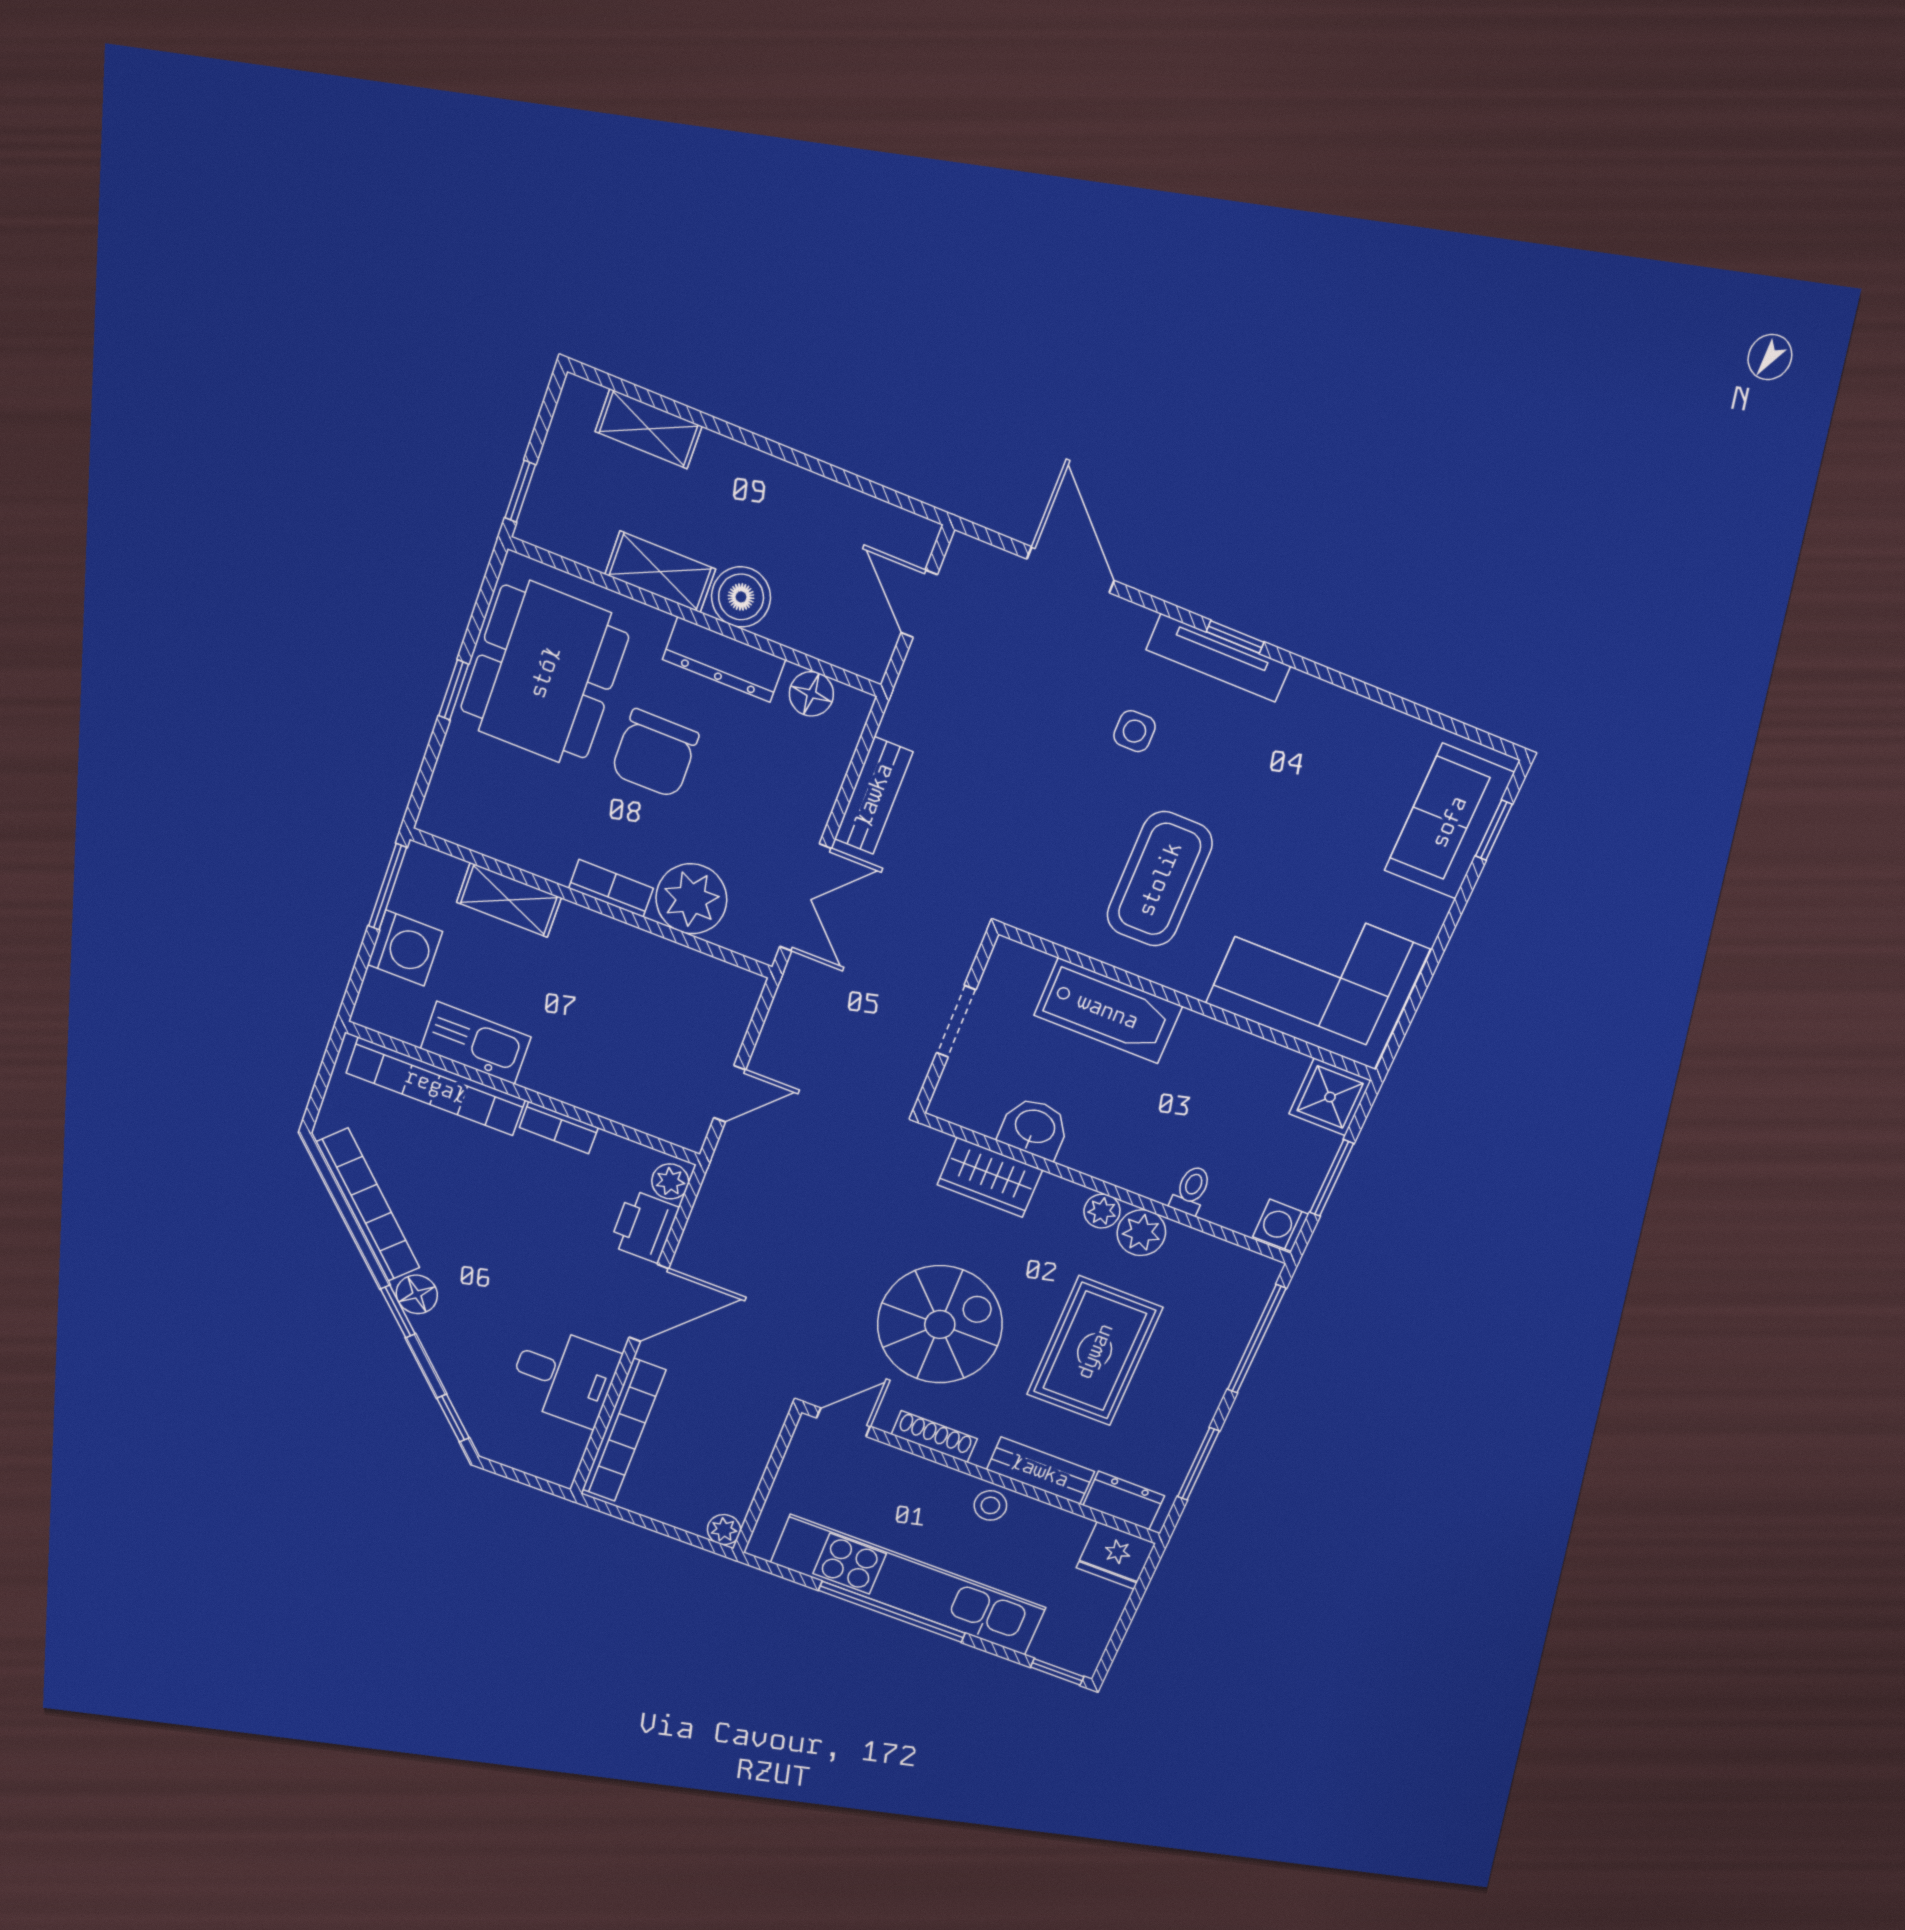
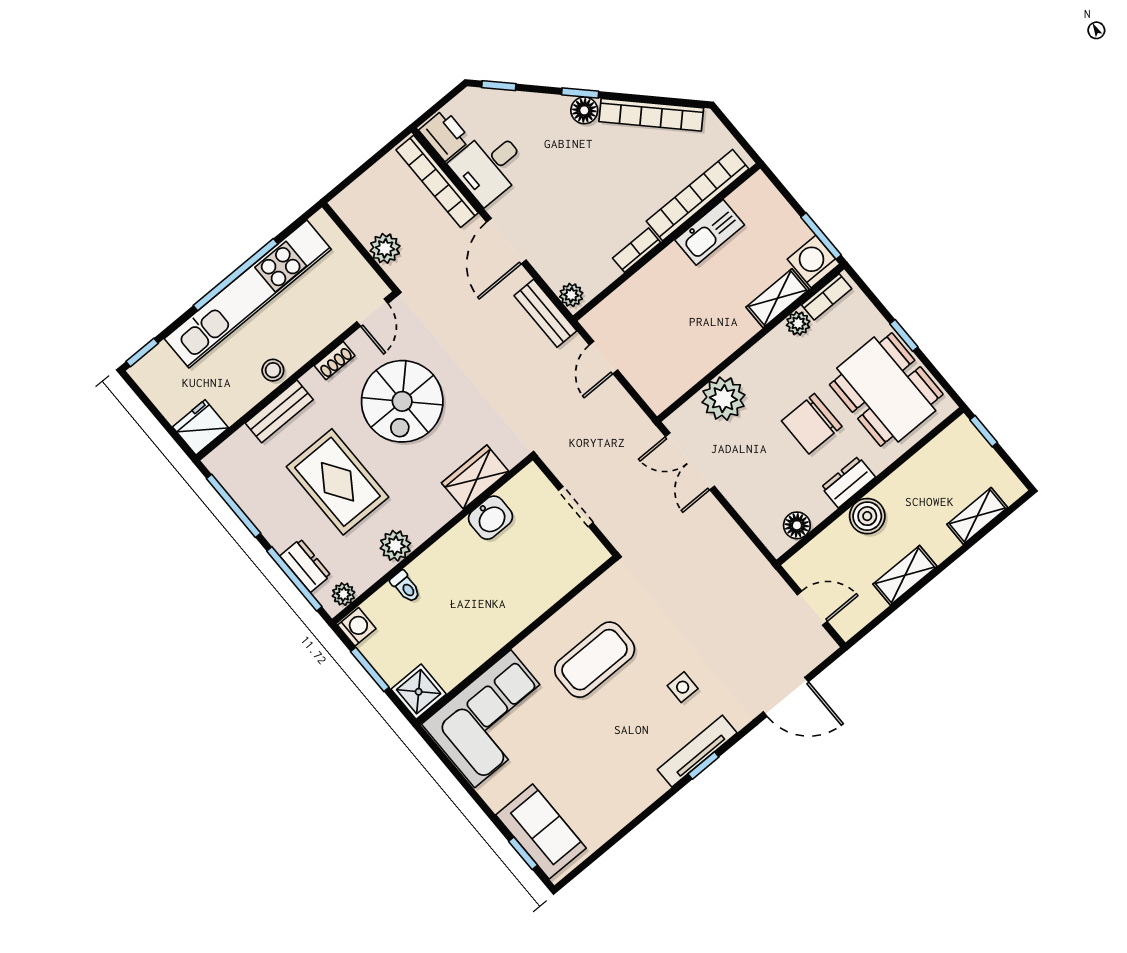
shelving: (660, 572) -> (905, 575), moved
dresser: (724, 660) -> (848, 482), width x0.70
chair: (655, 754) -> (812, 424), turned -90
bench: (874, 795) -> (545, 313), moved
plant: (526, 852) -> (798, 323), added
coffee table: (1160, 879) -> (595, 660), turned 90
bookcase: (611, 888) -> (827, 297), moved
washing machine: (405, 948) -> (813, 262), moved, turned 90
bathtub: (1108, 1011) -> (536, 594), removed
plant: (1102, 1211) -> (344, 594), moved
printer: (644, 1227) -> (445, 135), moved
shoe rack: (934, 1437) -> (335, 361), width x0.70
window: (1198, 1464) -> (234, 506), width x1.44
dresser: (1124, 1501) -> (305, 566), moved, turned -90
plant: (724, 1530) -> (385, 248), moved, width x1.38, depth x1.38

